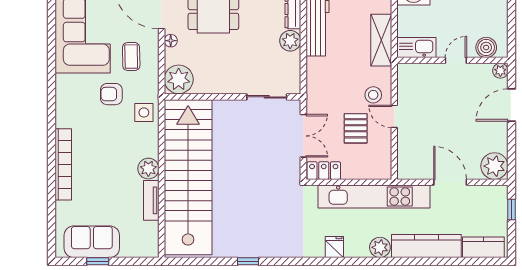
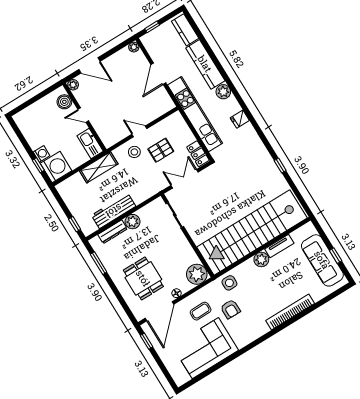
door: (394, 116) -> (139, 131), swing flipped
plant: (494, 166) -> (134, 47), width x0.53, depth x0.53
sofa: (92, 242) -> (322, 260), width x1.36

